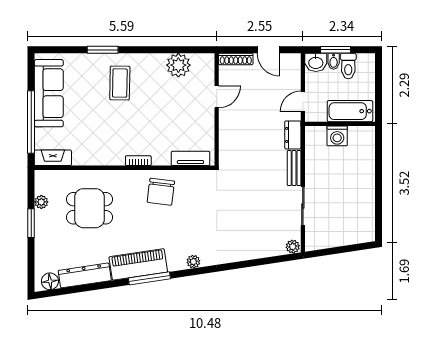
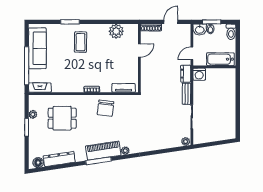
door: (268, 50) -> (171, 22), swing flipped
toilet: (348, 66) -> (231, 32), moved
washing machine: (337, 136) -> (199, 74), moved
piano: (138, 264) -> (103, 151), moved

